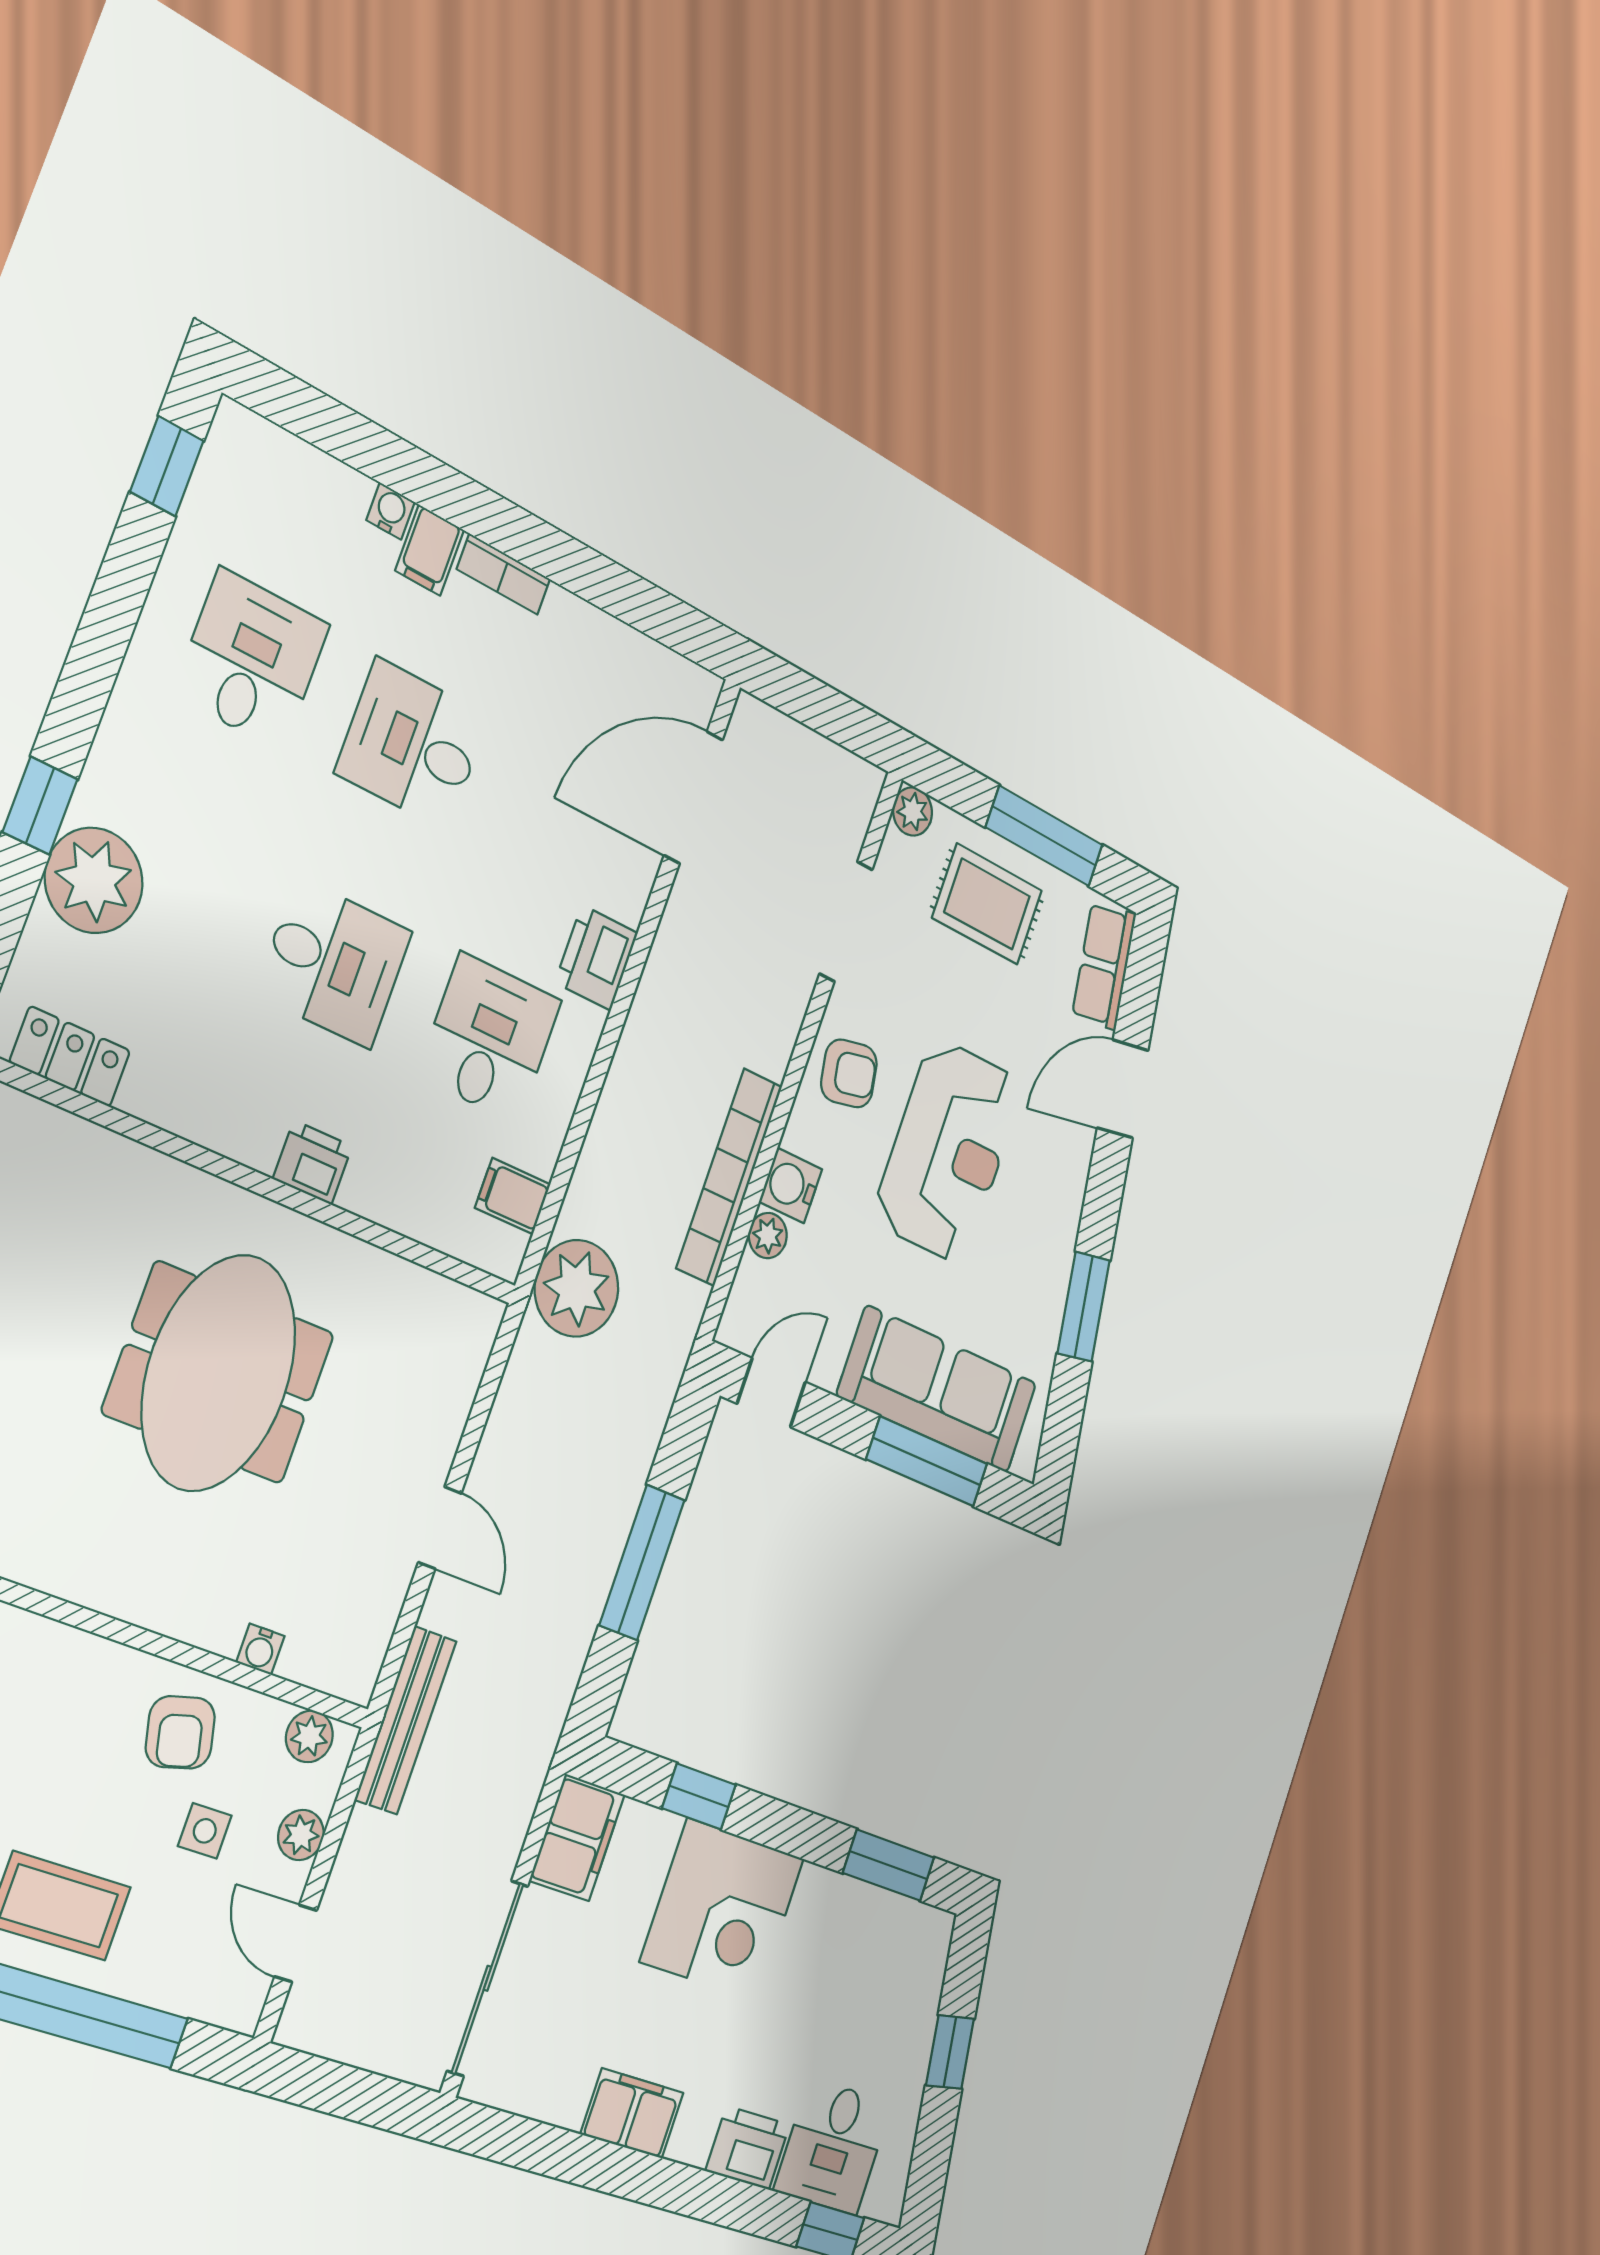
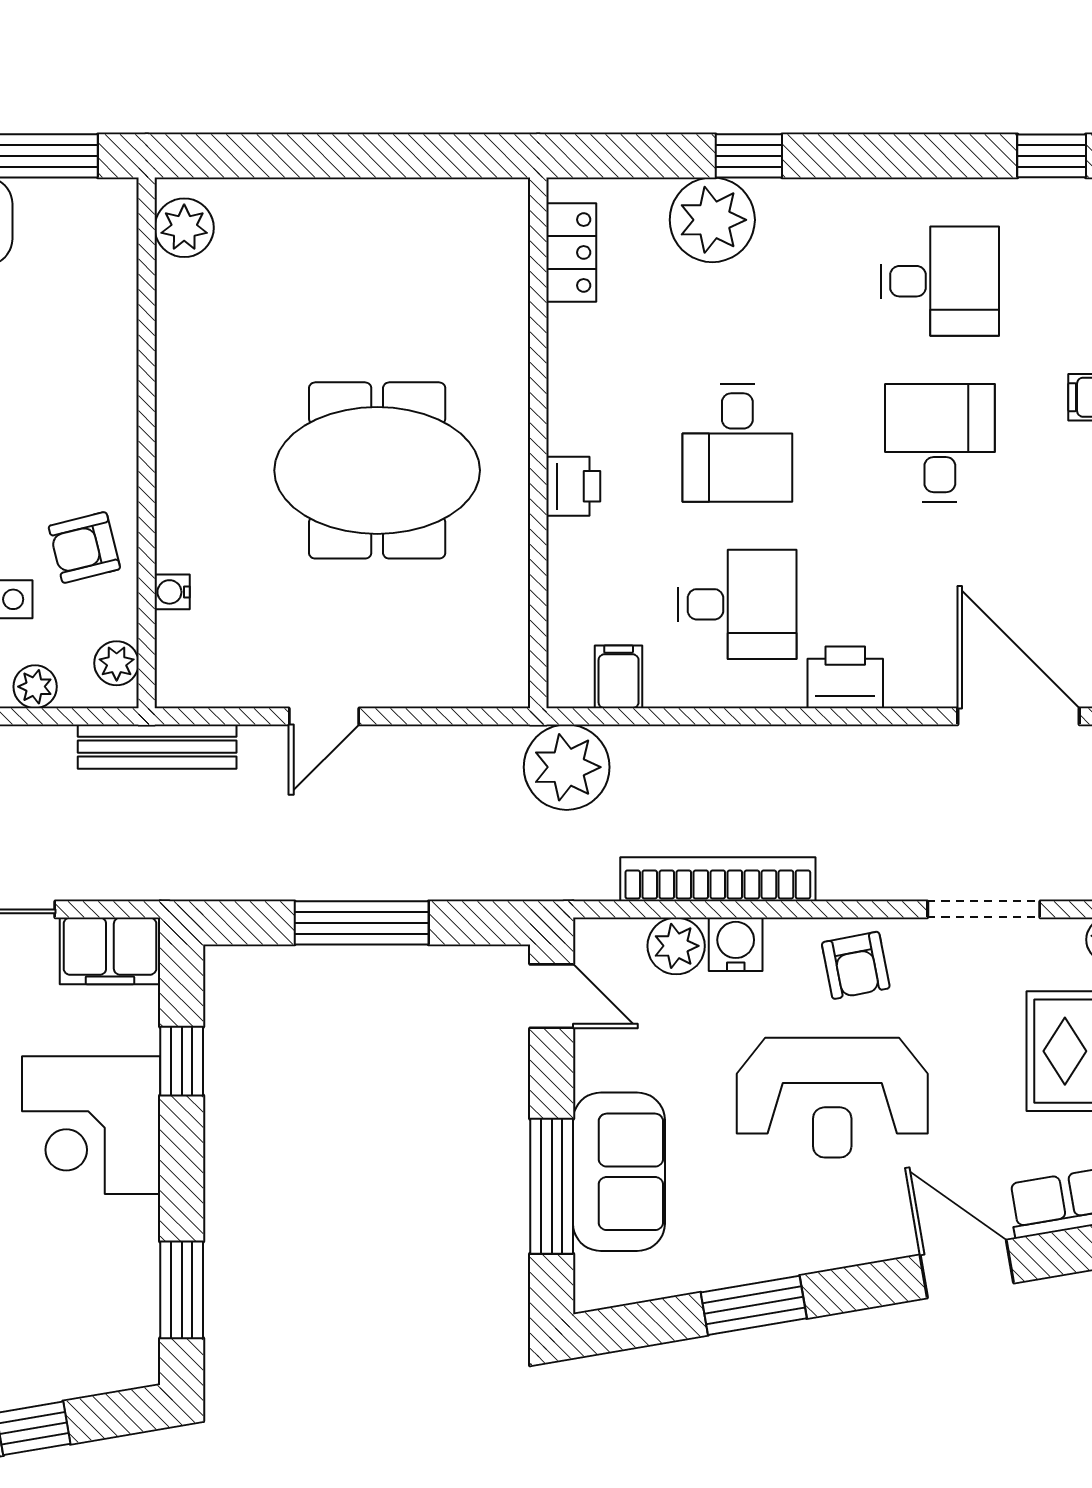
plant: (768, 1236) -> (676, 946), width x1.38, depth x1.38
sofa: (937, 1390) -> (619, 1172), width x0.73

